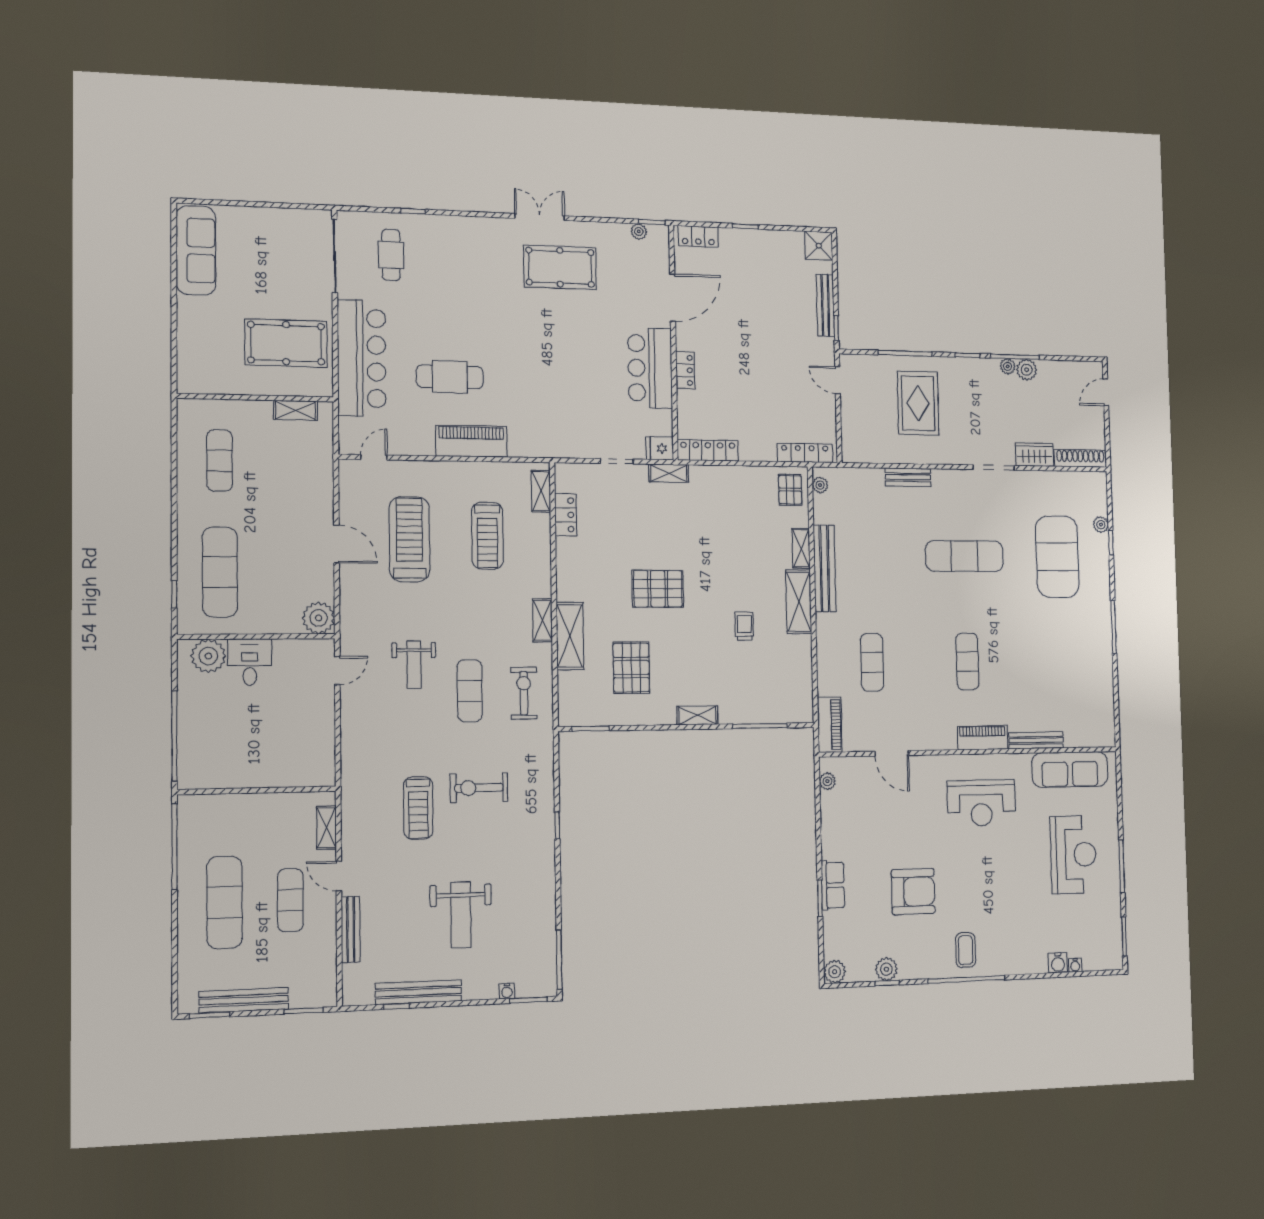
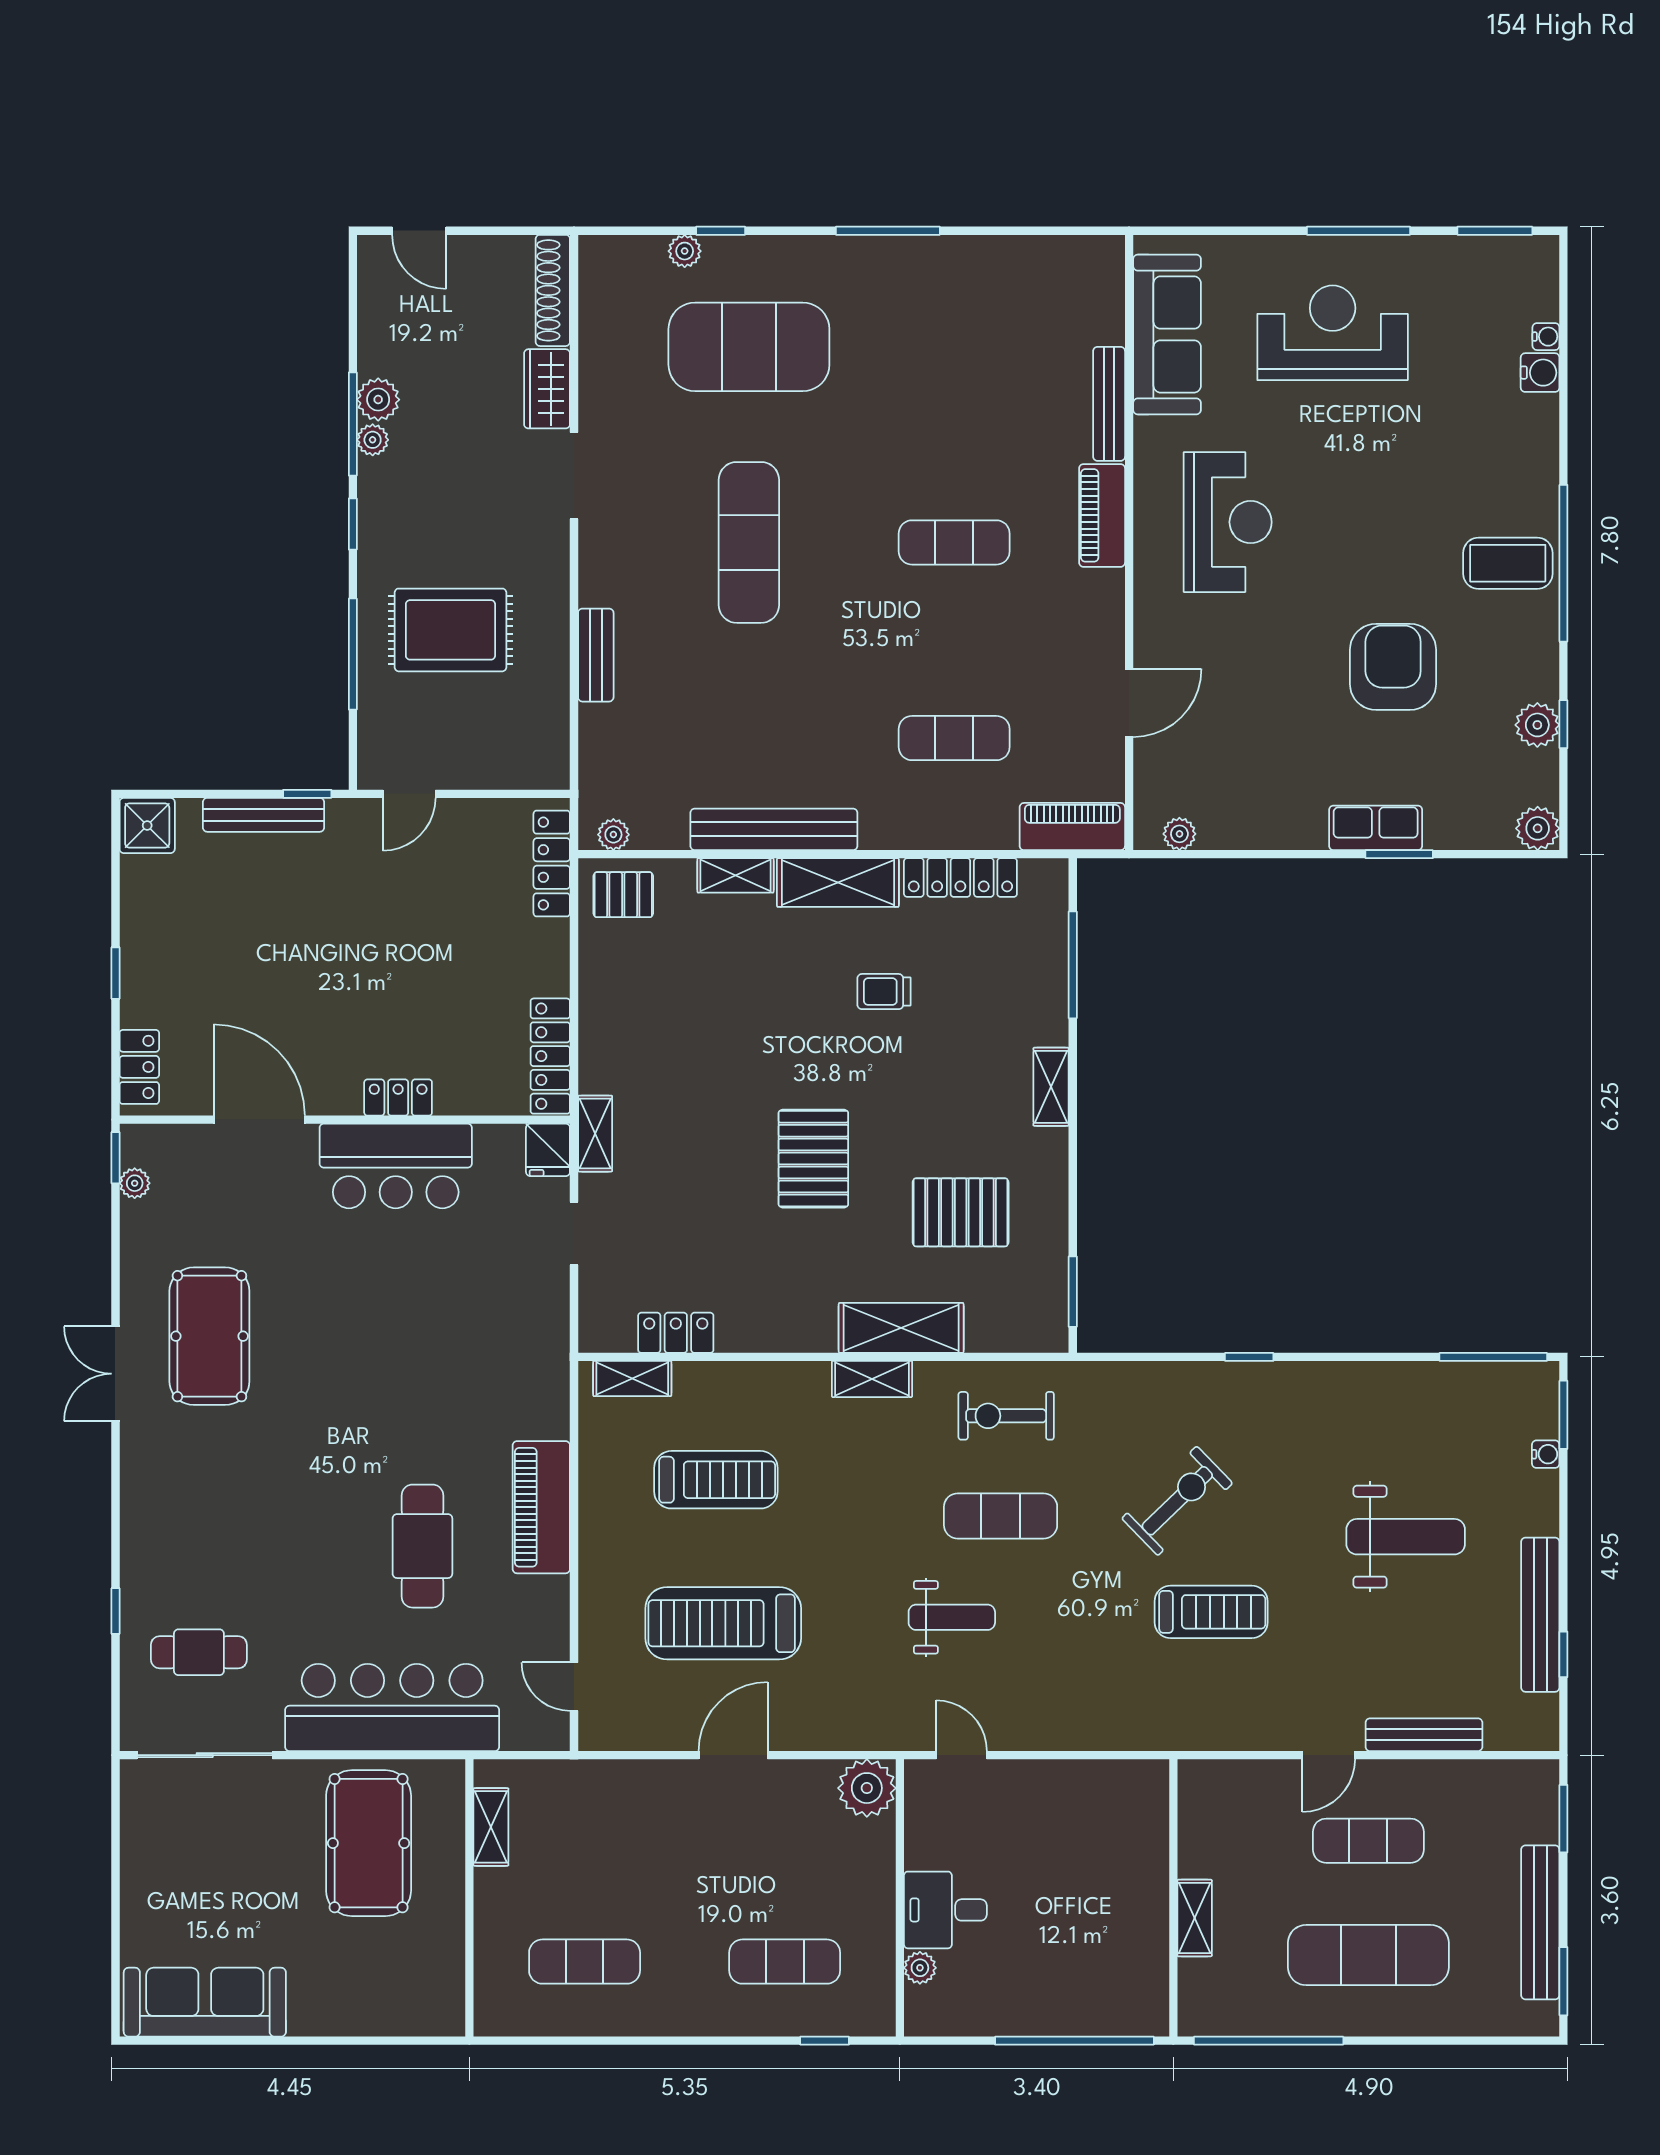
exercise mat: (220, 572) -> (785, 1962), width x0.73, depth x0.69
plant: (208, 656) -> (920, 1968), width x0.53, depth x0.53
locker: (803, 666) -> (960, 877), added
exercise bike: (479, 788) -> (1177, 1501), turned -134
shelving: (326, 828) -> (1195, 1918), moved, turned 90
coffee table: (966, 950) -> (1508, 563), width x1.36, depth x1.30

